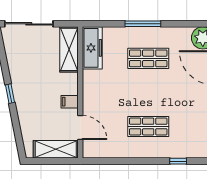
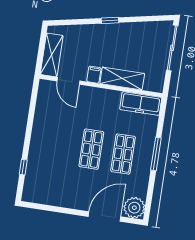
shelving: (69, 49) -> (122, 78), moved
shop shelf: (148, 127) -> (91, 149), moved
door: (80, 128) -> (68, 81), hinge flipped

